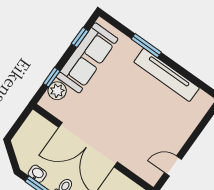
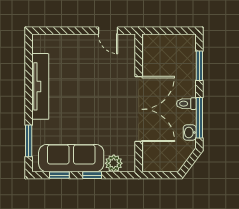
window: (146, 46) -> (29, 141), moved
window: (52, 77) -> (92, 175), moved

